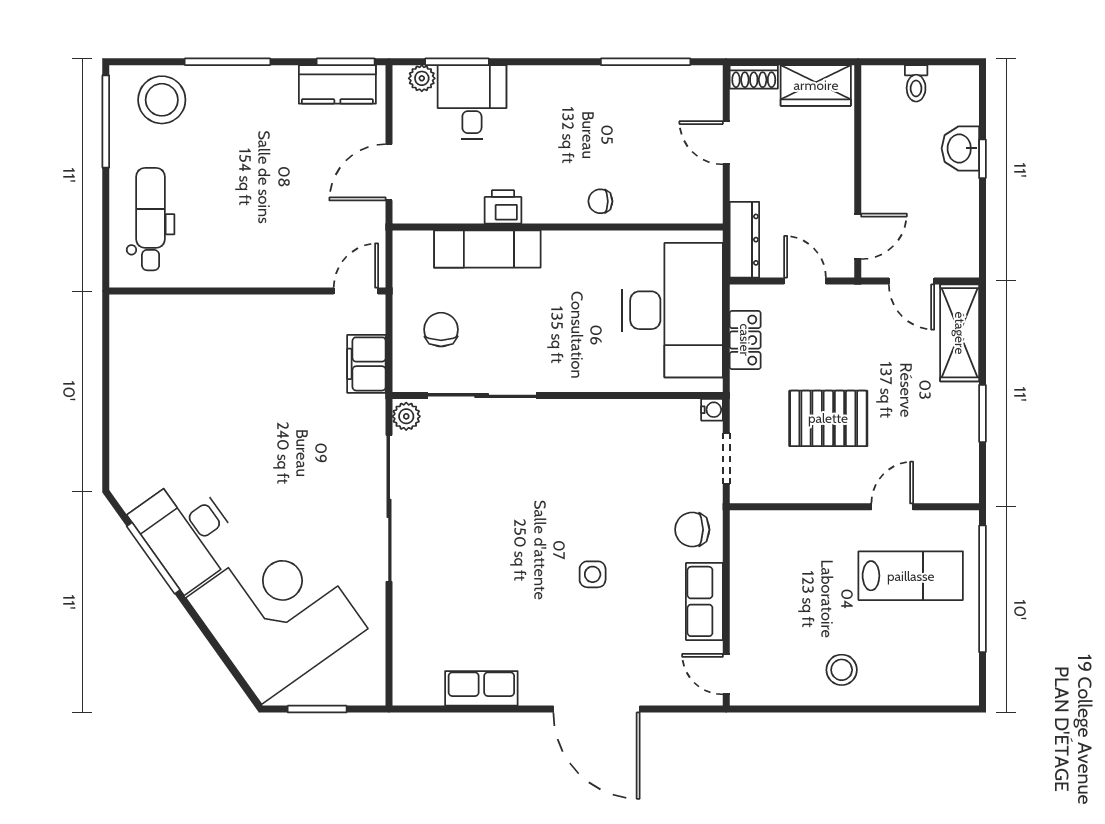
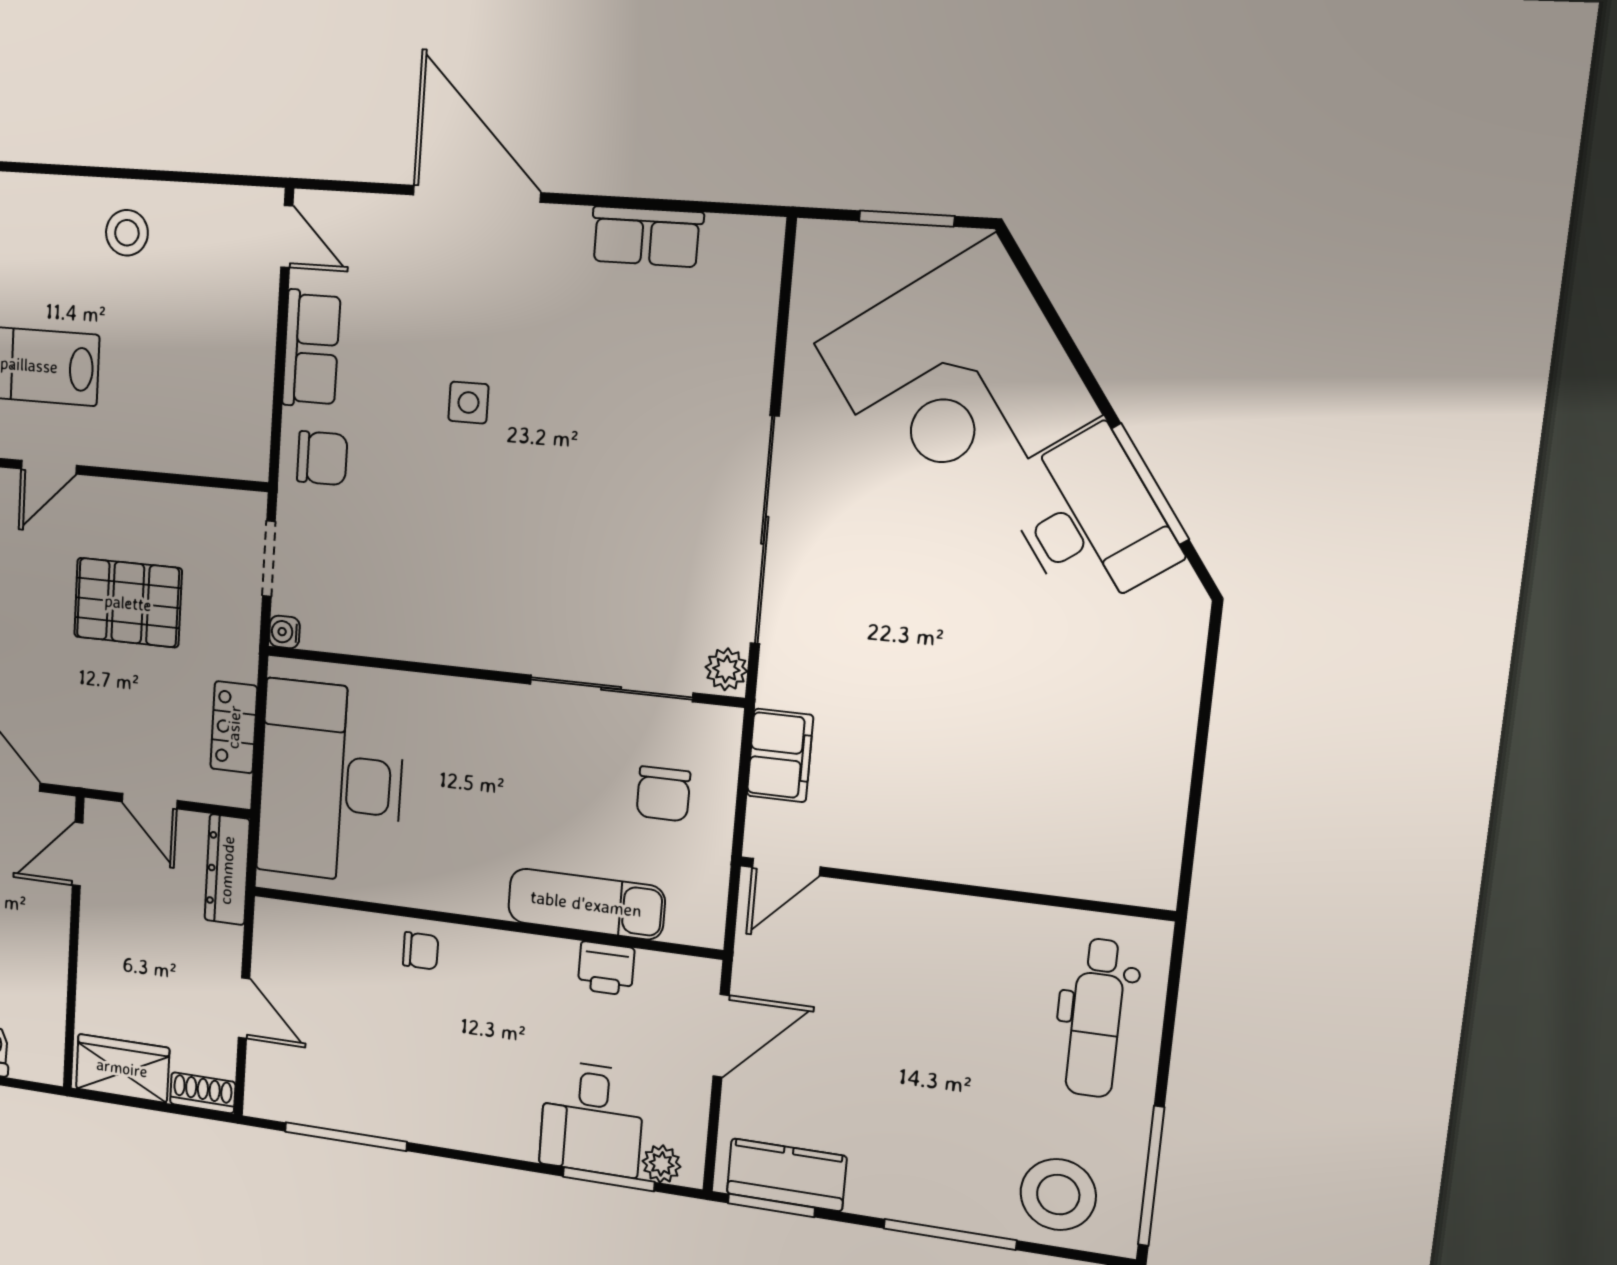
printer: (503, 207) -> (606, 969), moved

